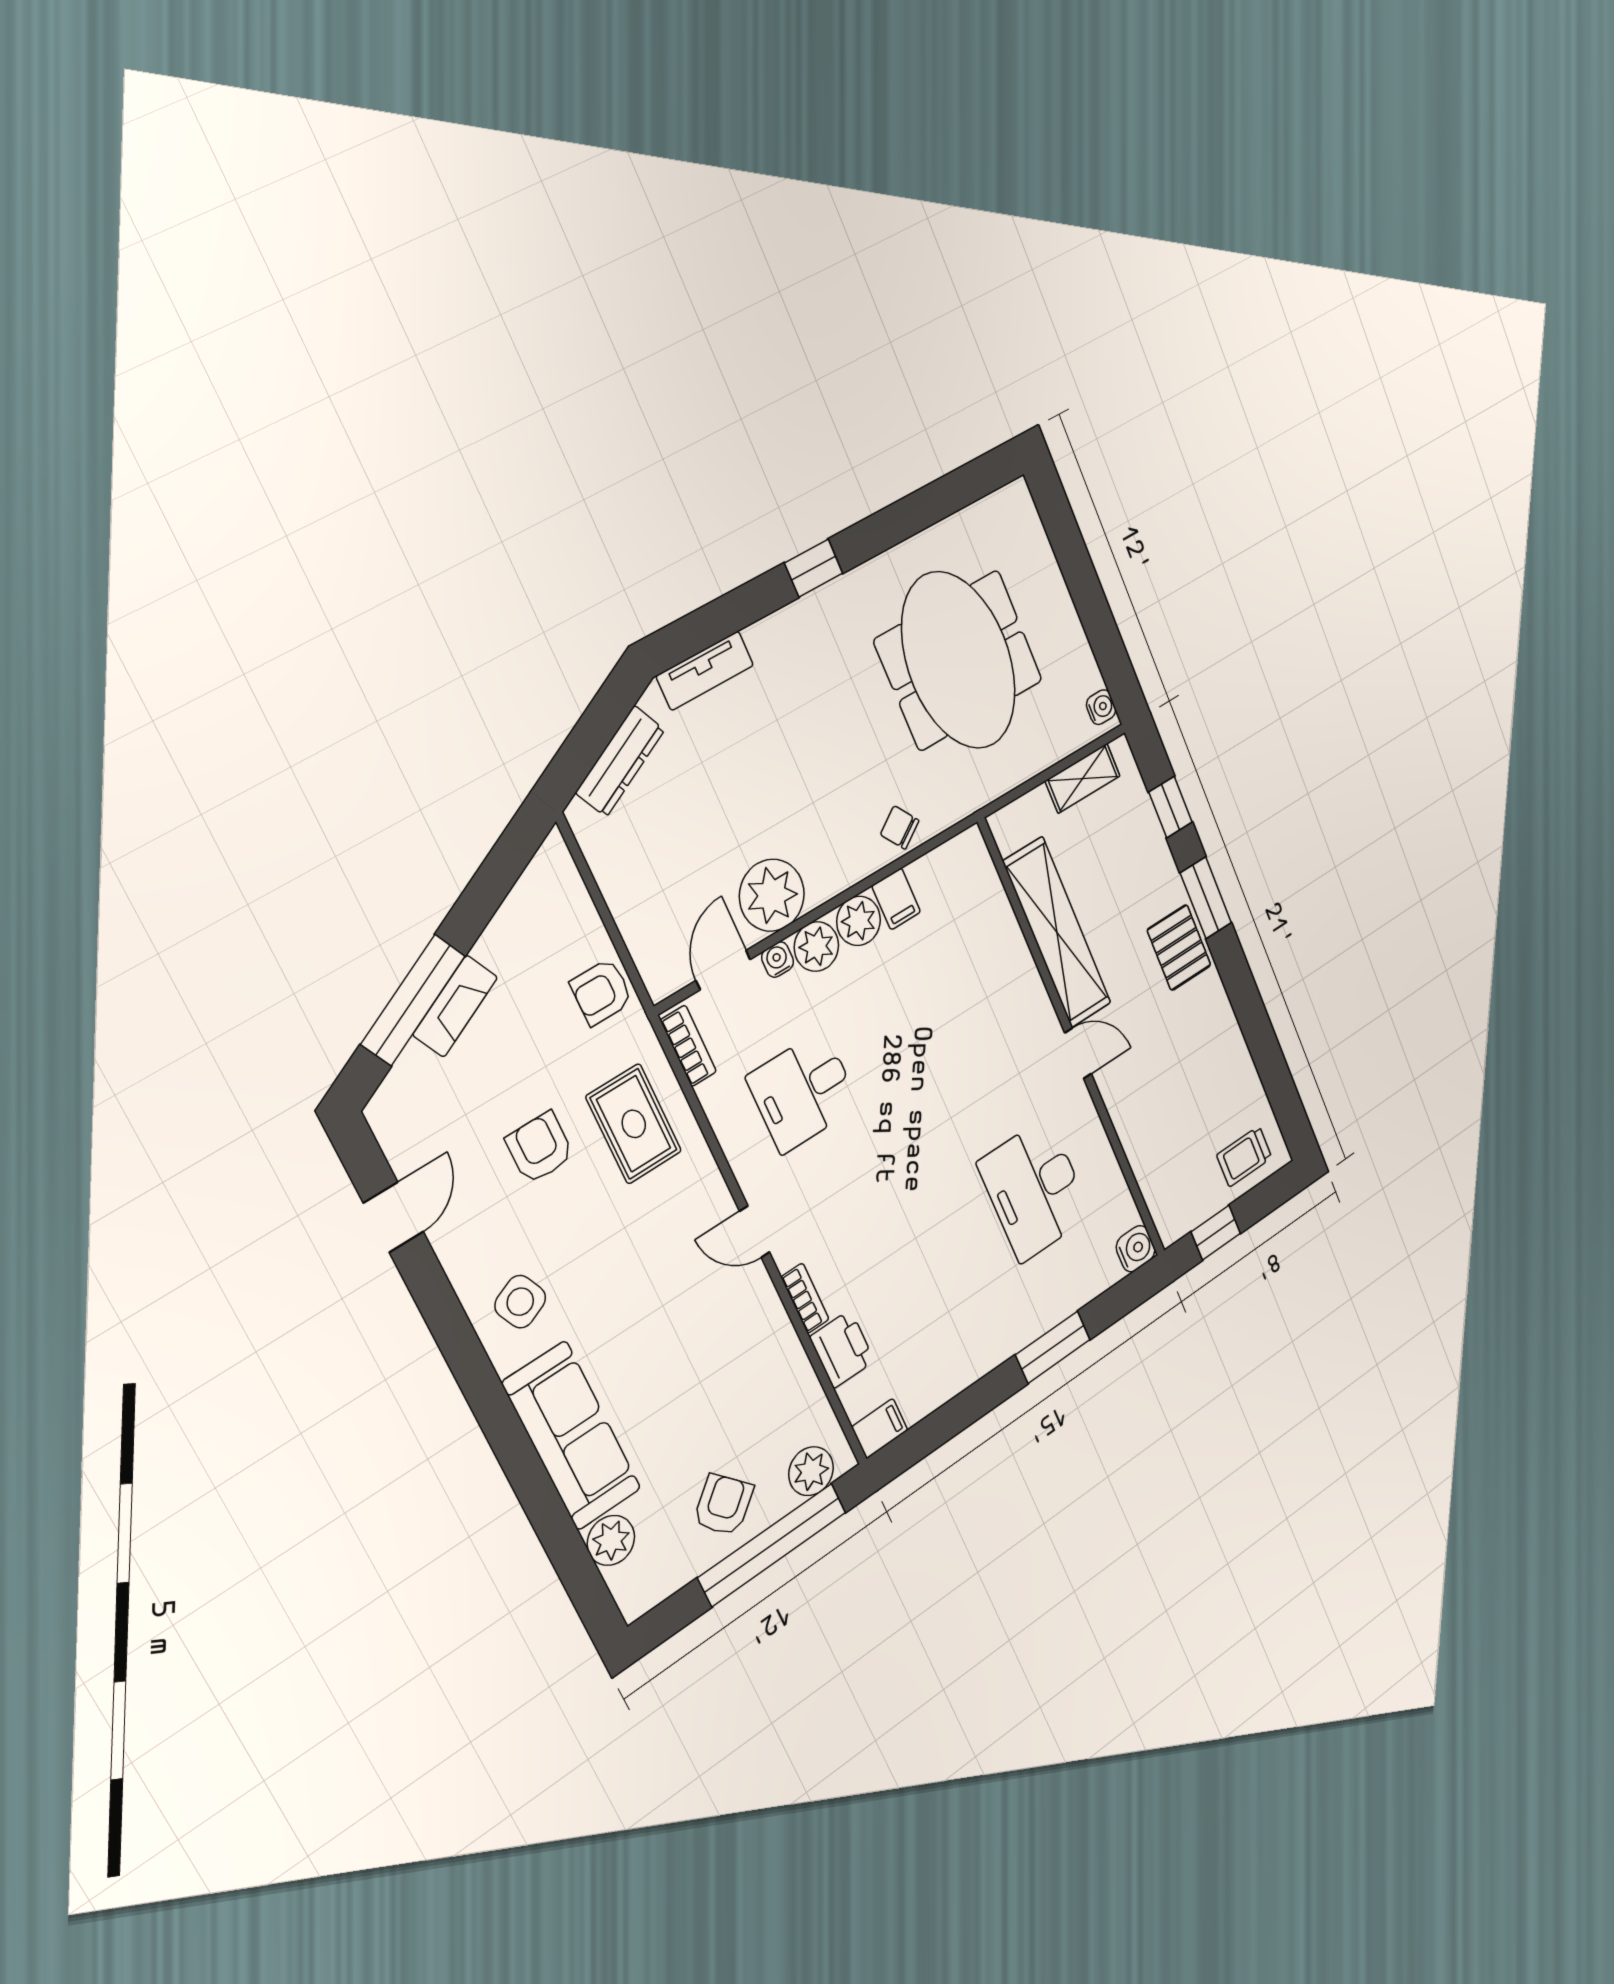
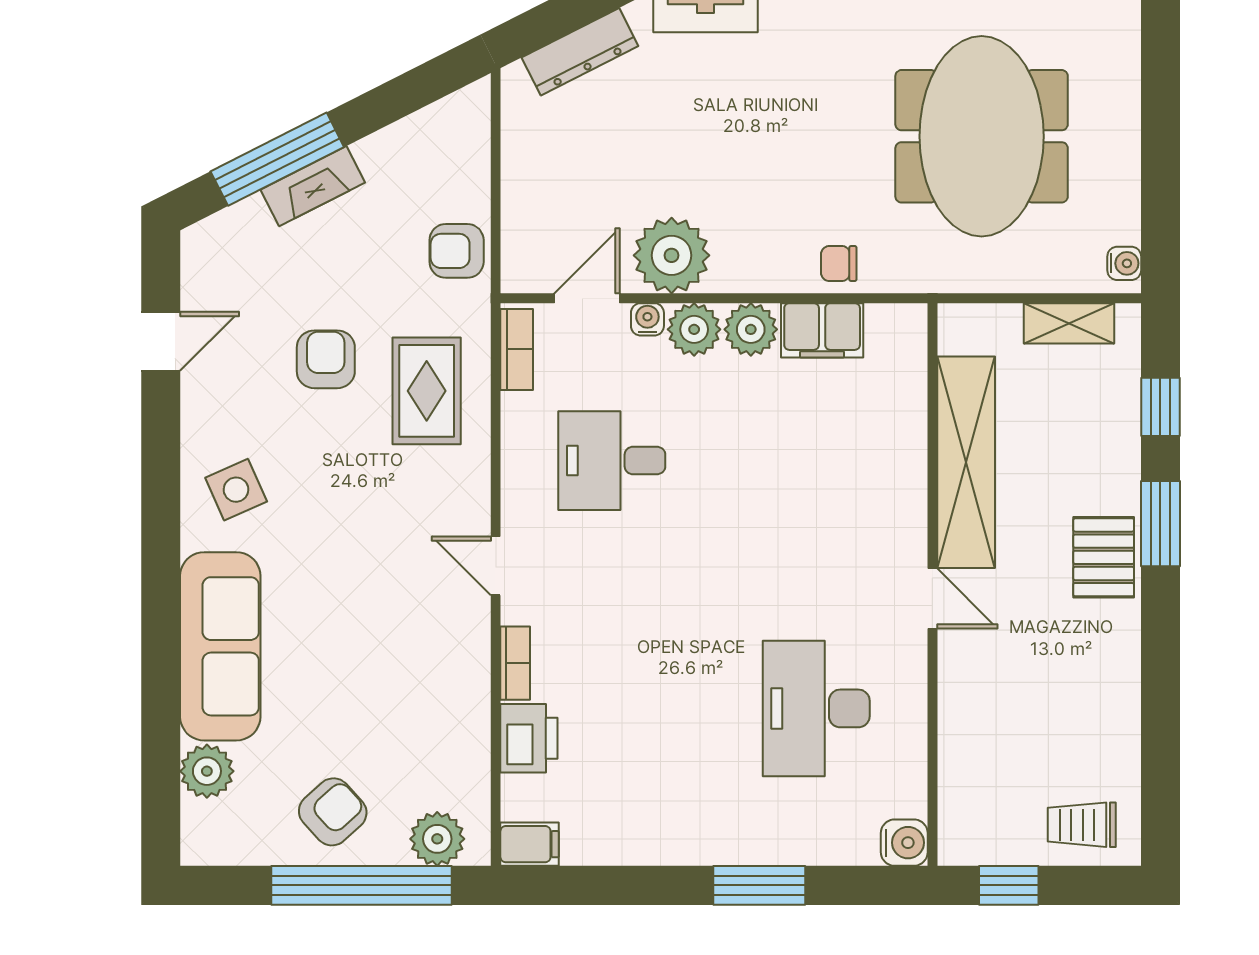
chair: (900, 828) -> (839, 264), turned -55
filing cabinet: (896, 899) -> (822, 330), width x2.00

